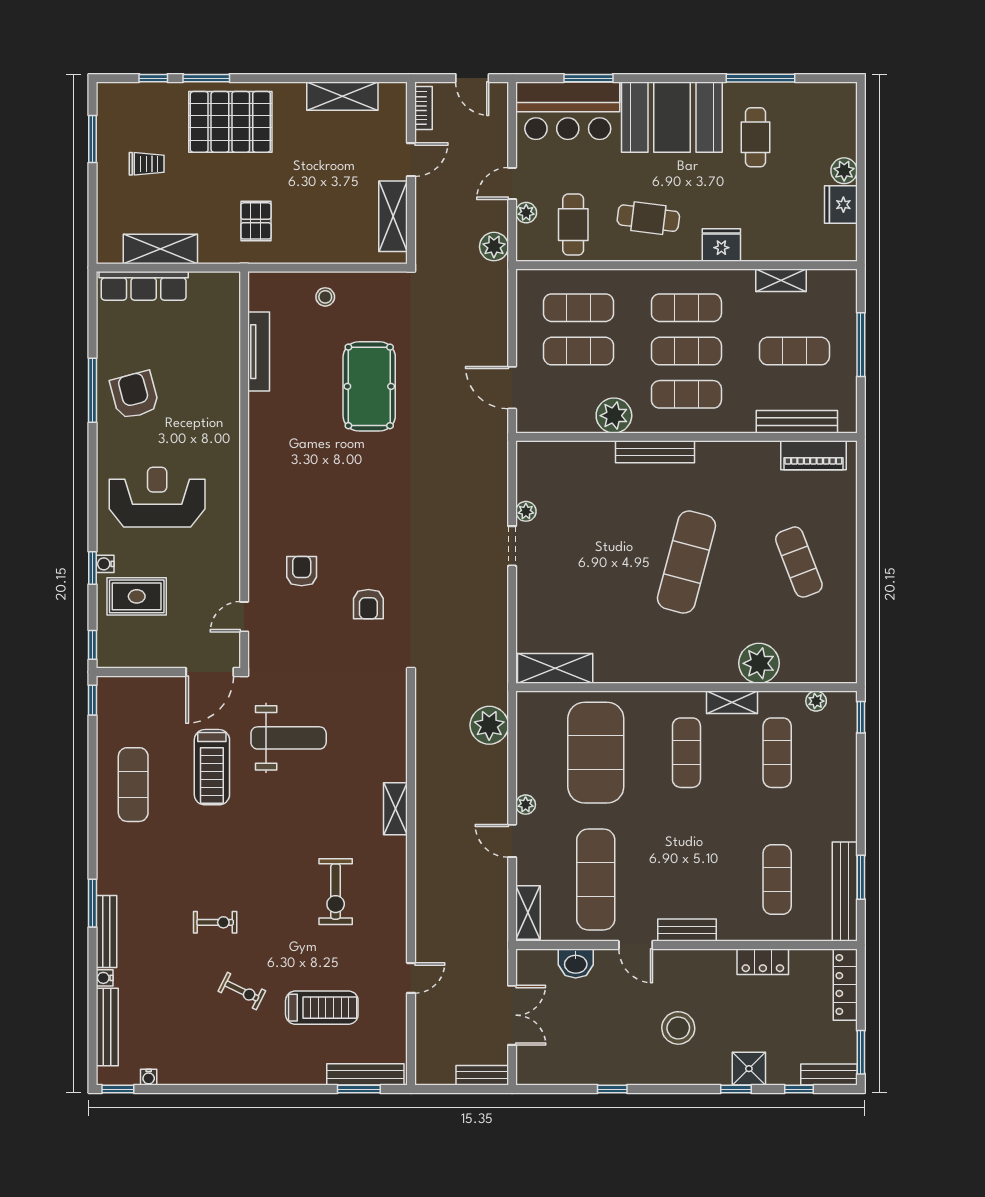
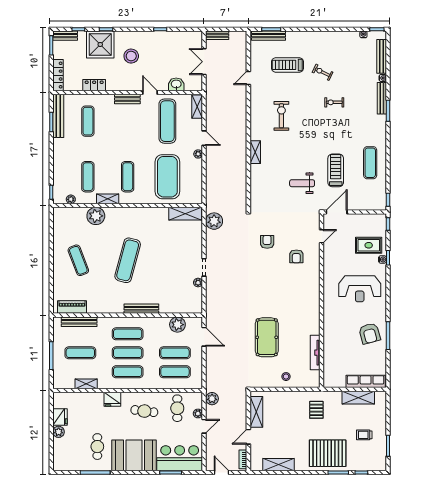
plant: (614, 416) -> (177, 325), moved
plant: (489, 725) -> (214, 221), moved
weight bench: (289, 738) -> (302, 183), width x0.73, depth x0.75
shower: (749, 1069) -> (100, 44), width x1.86, depth x1.86

